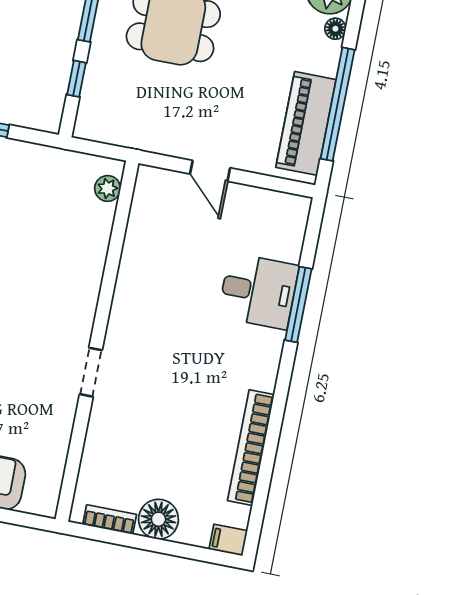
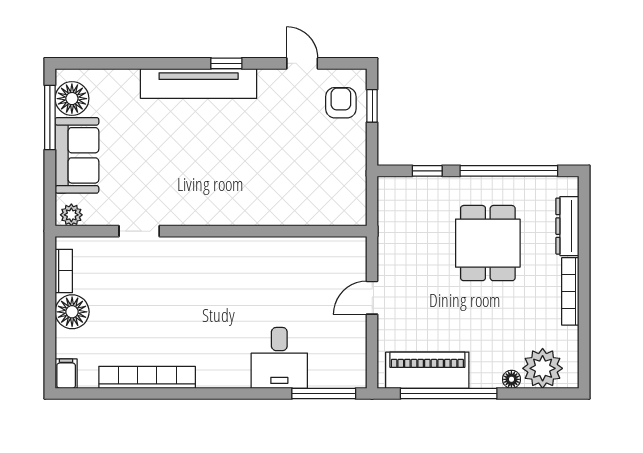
plant: (108, 188) -> (71, 215), moved
window: (298, 305) -> (324, 393), moved
doorway: (91, 372) -> (139, 231), moved

